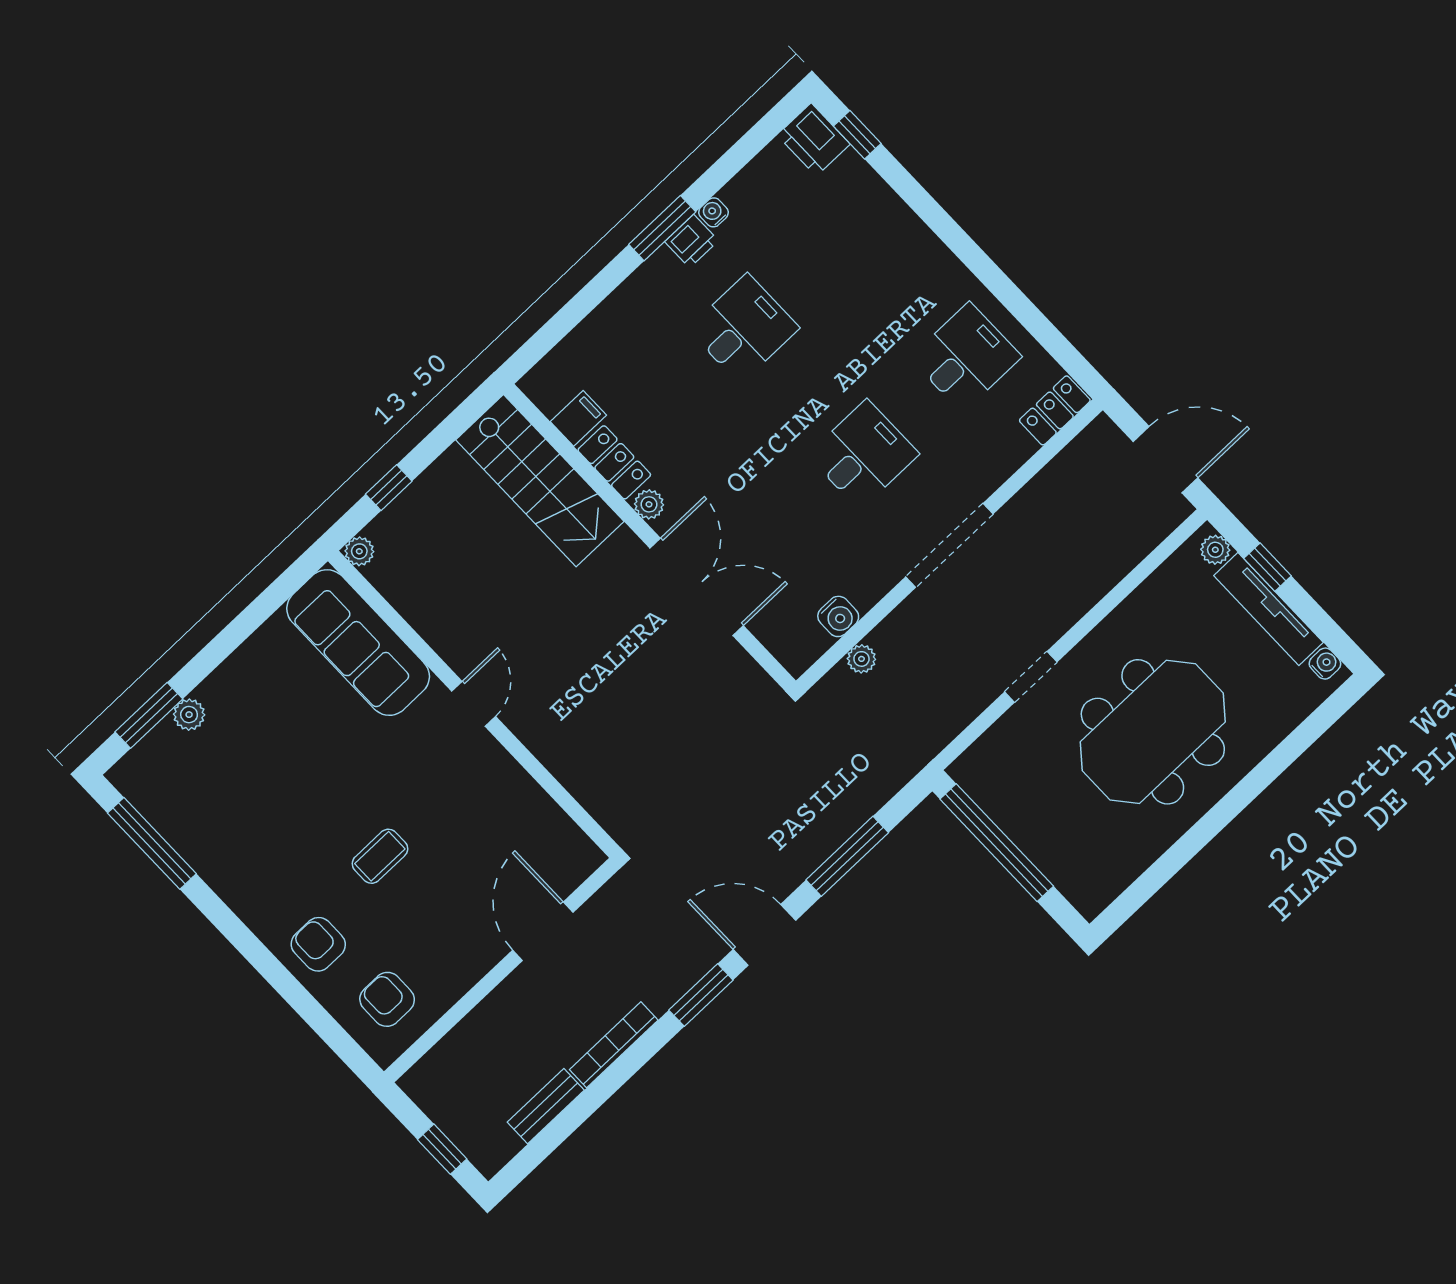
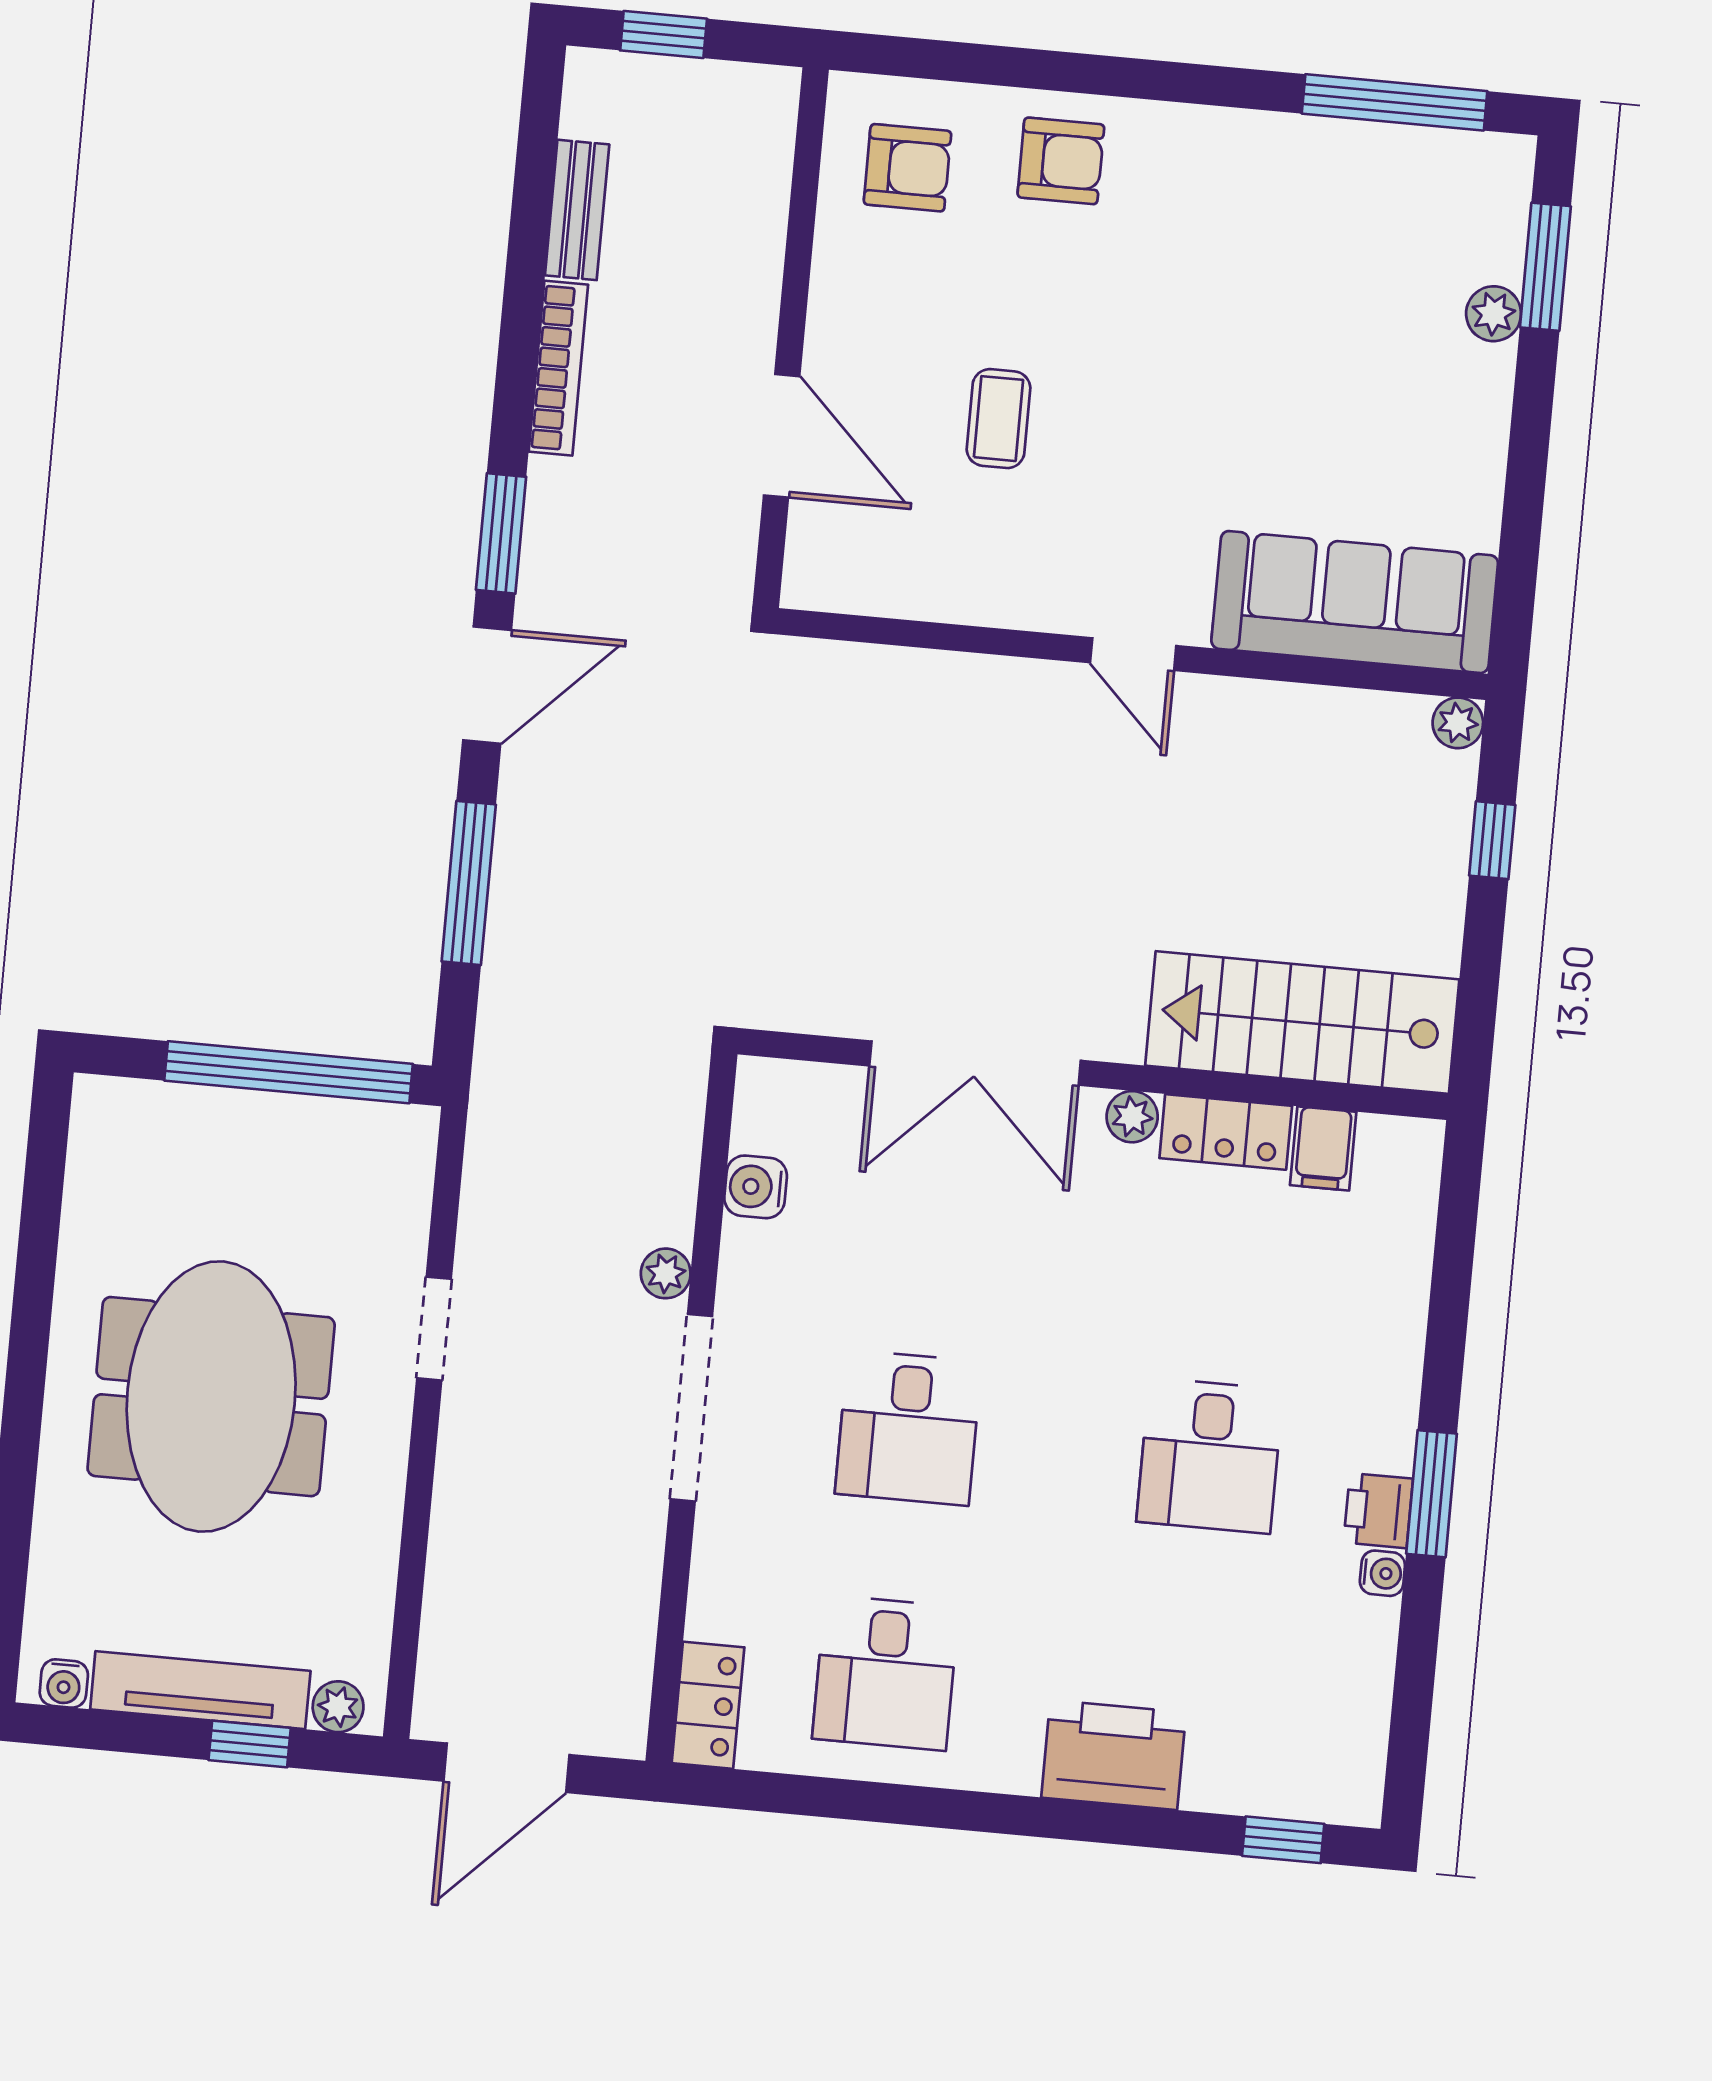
printer: (814, 140) -> (1114, 1755), moved, width x1.37, depth x1.19
plant: (861, 659) -> (666, 1273), moved
coffee table: (380, 856) -> (998, 419), moved

